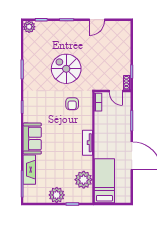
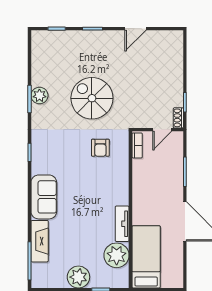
plant: (29, 27) -> (39, 96), moved
door: (116, 91) -> (162, 130), hinge flipped
tv unit: (87, 143) -> (122, 224), moved

